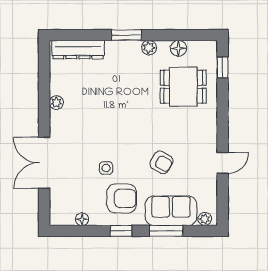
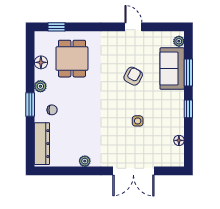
chair: (120, 62) -> (52, 110), added
armchair: (122, 198) -> (162, 108), removed

